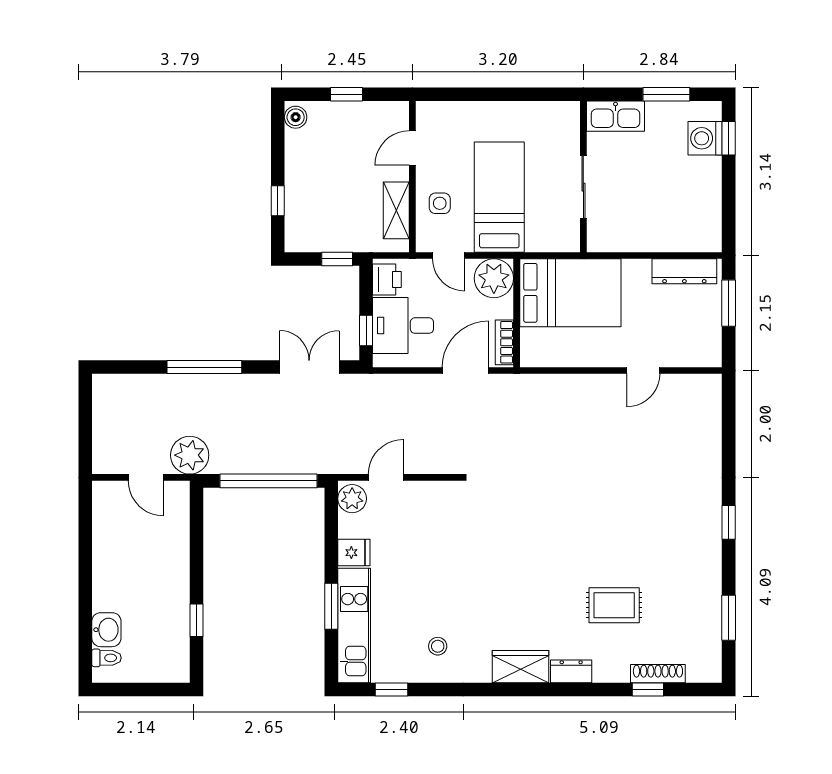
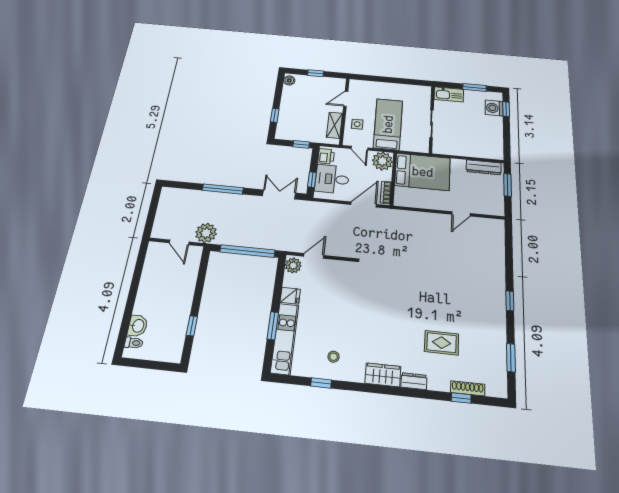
window: (392, 690) -> (321, 383), moved

